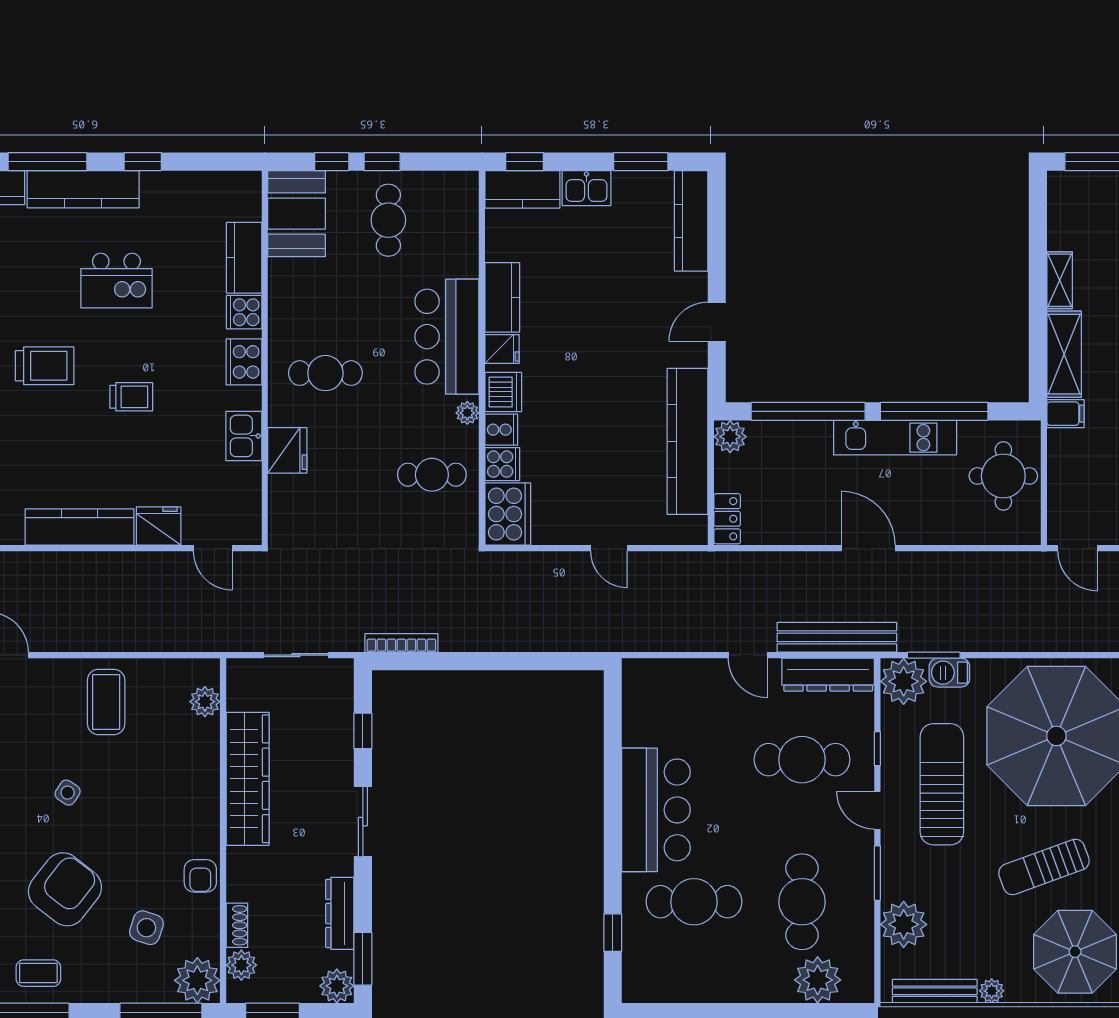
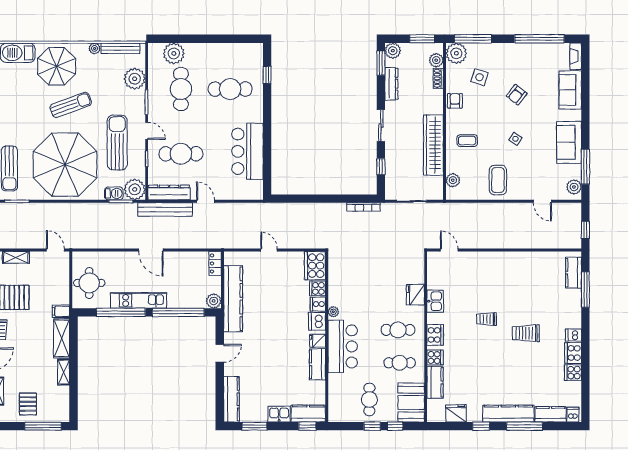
kitchen island: (116, 281) -> (493, 372), removed
cafe table: (432, 475) -> (400, 363), moved
fridge: (159, 526) -> (456, 413), moved, turned 180
kitchen counter: (80, 527) -> (510, 260), removed
sun lounger: (942, 784) -> (117, 143), turned 180
bar counter: (656, 810) -> (247, 151), moved
armchair: (65, 889) -> (517, 95), width x0.53, depth x0.53
coffee table: (38, 973) -> (467, 141), moved

